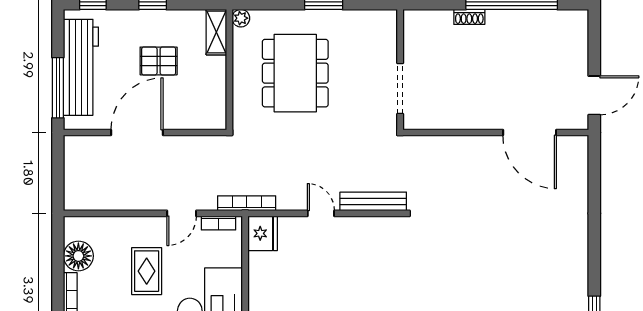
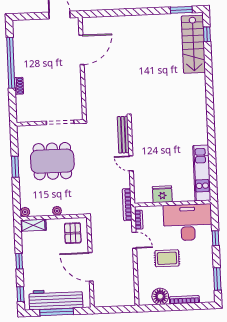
pallet: (159, 61) -> (73, 233), moved
dining table: (295, 73) -> (52, 161), moved
plant: (241, 76) -> (57, 211), added
window: (58, 88) -> (57, 312), moved
door: (321, 213) -> (131, 163), hinge flipped
fridge: (263, 233) -> (162, 194), moved

